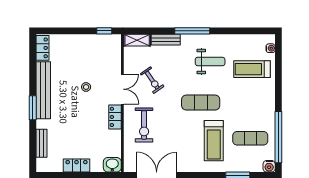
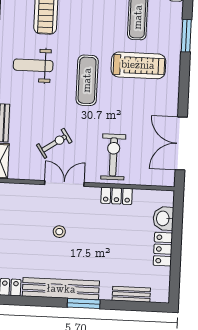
weight bench: (210, 61) -> (33, 65), turned -90
locker: (115, 117) -> (117, 196), moved
exercise bike: (144, 125) -> (113, 157), turned -90
washbasin: (112, 165) -> (163, 218), moved

